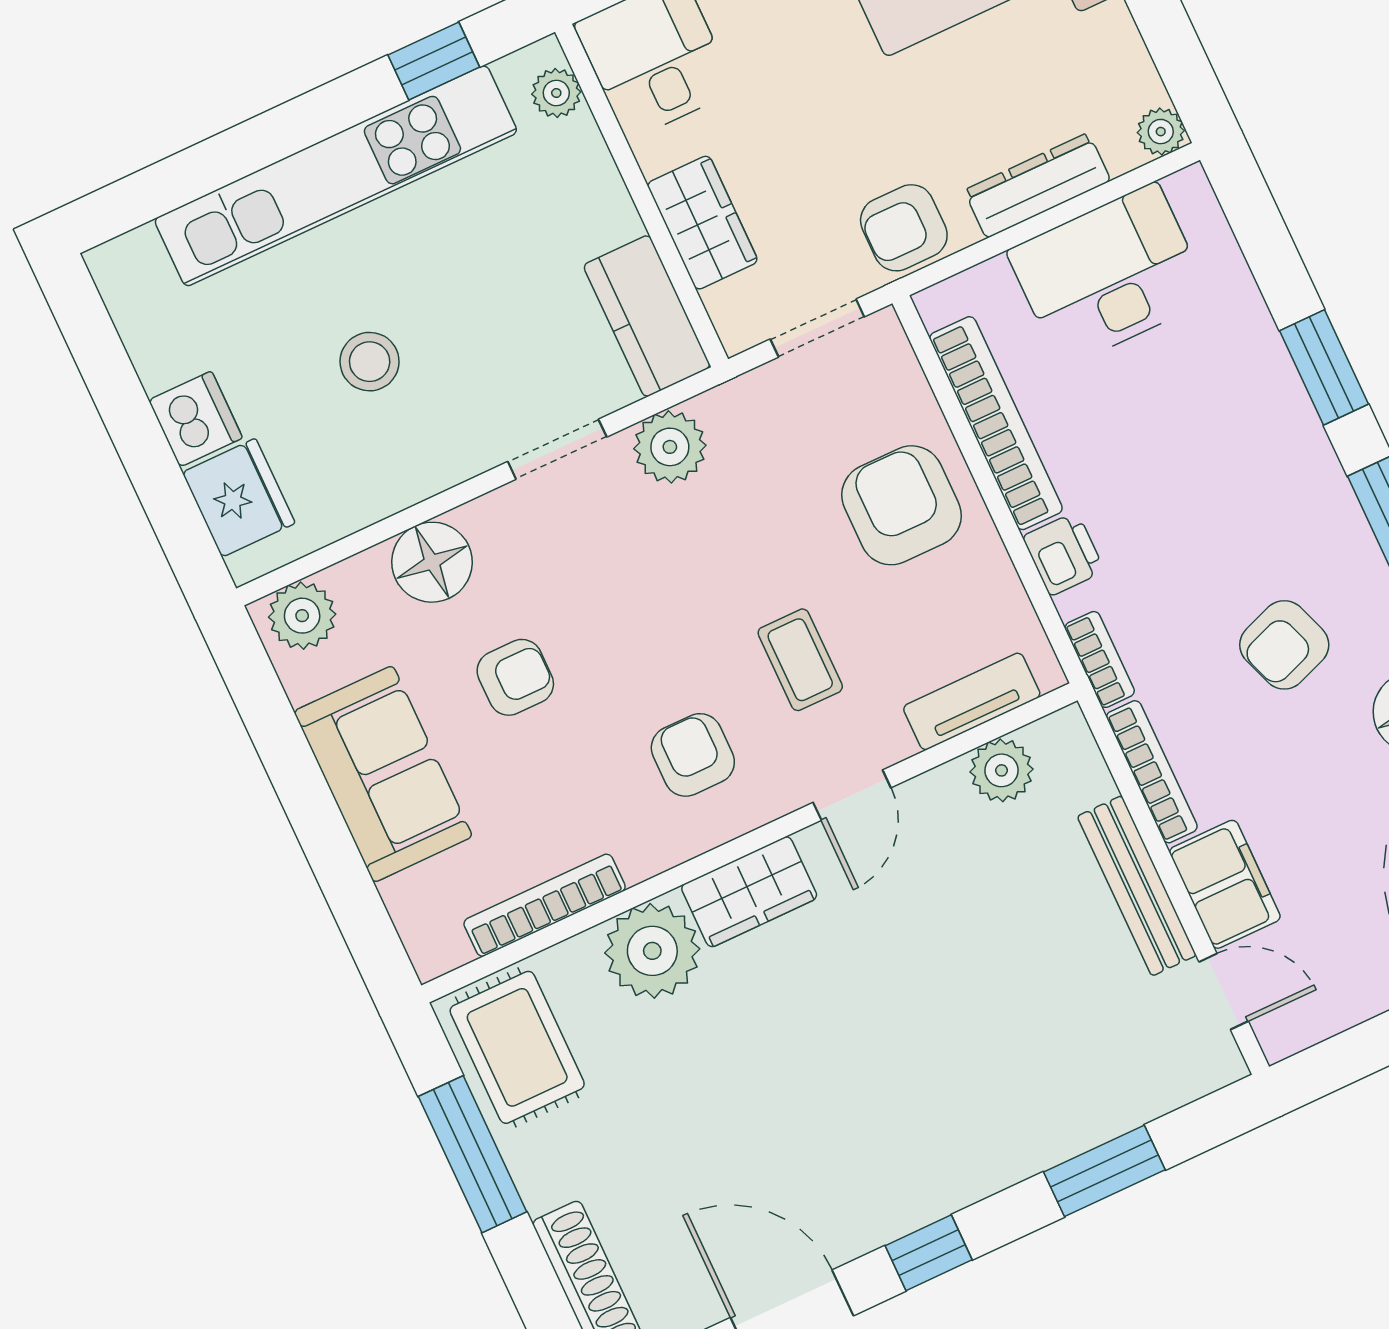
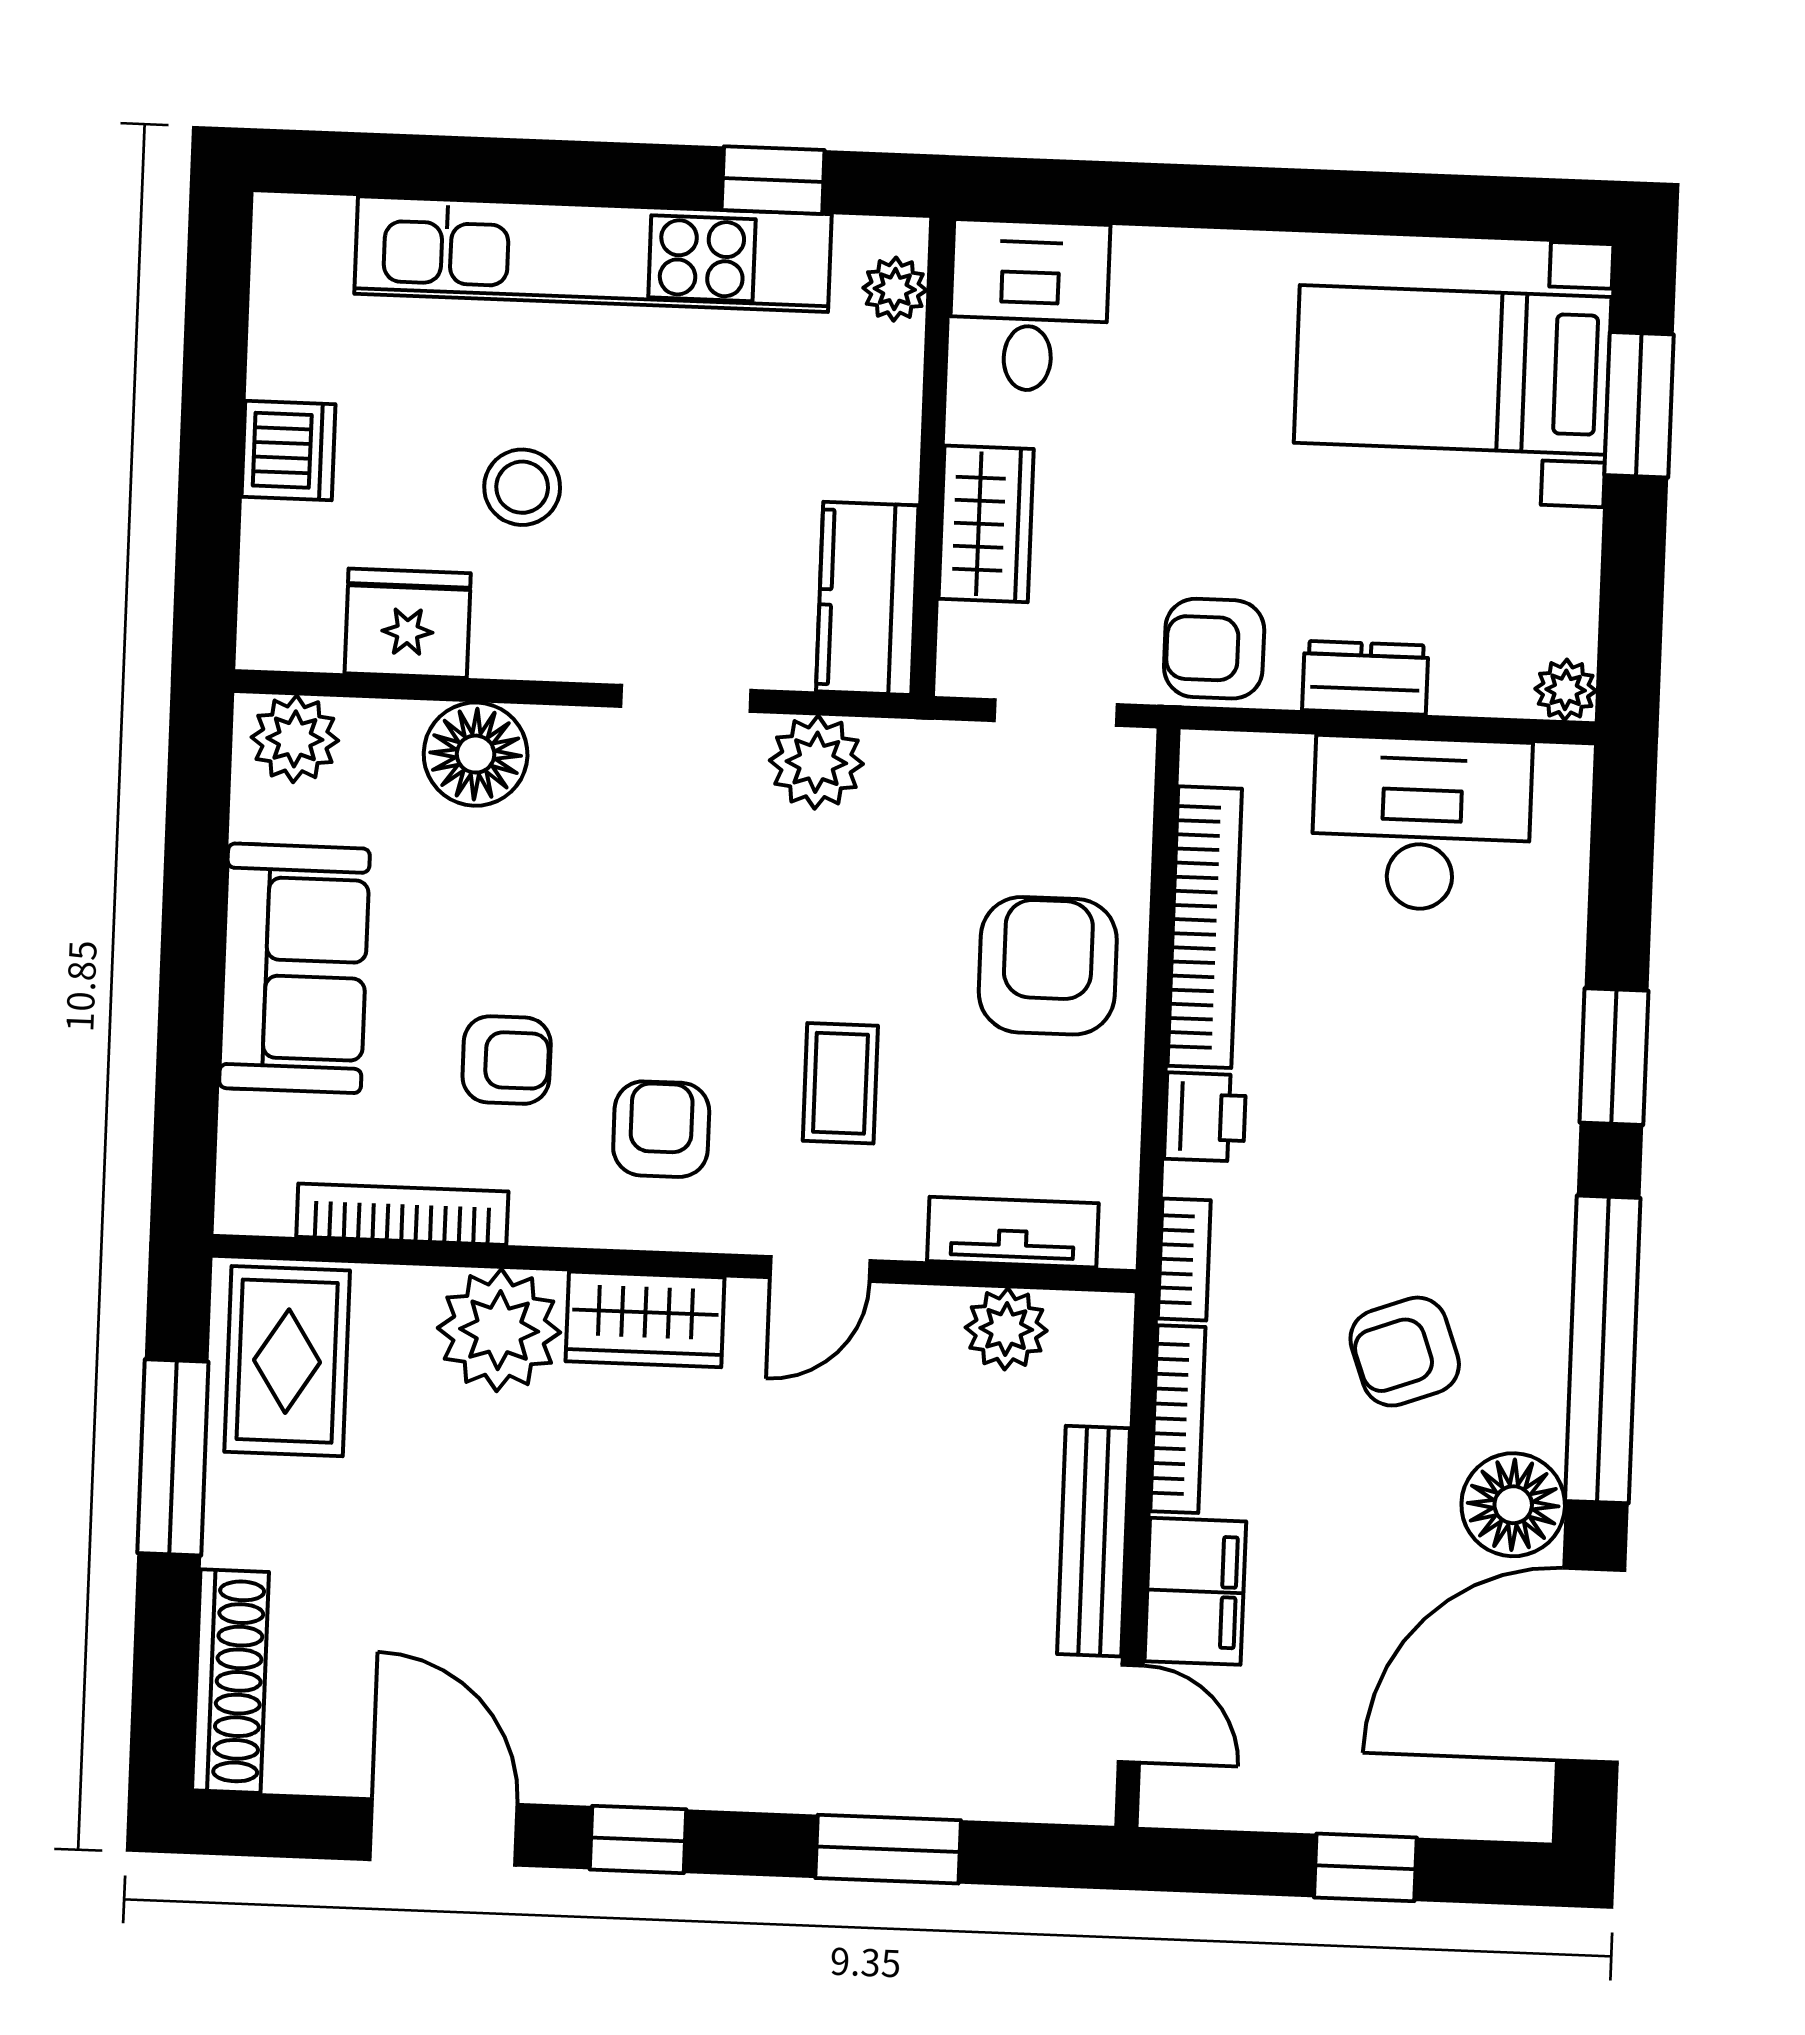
dresser: (1037, 185) -> (1365, 678), width x0.70
fridge: (239, 498) -> (408, 623), moved, turned -90
armchair: (515, 677) -> (507, 1060), moved

